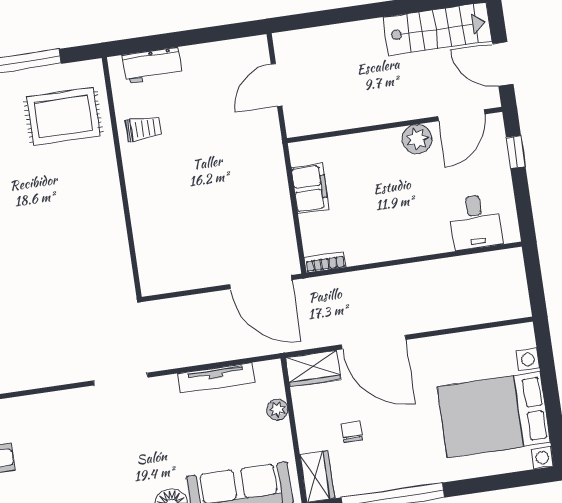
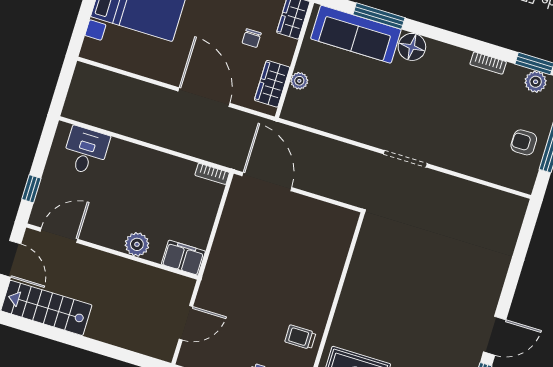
plant: (417, 139) -> (137, 244), moved
filing cabinet: (310, 188) -> (183, 258), moved, turned 90
wardrobe: (313, 369) -> (272, 84), moved, turned -90
tv unit: (216, 378) -> (334, 126), removed

